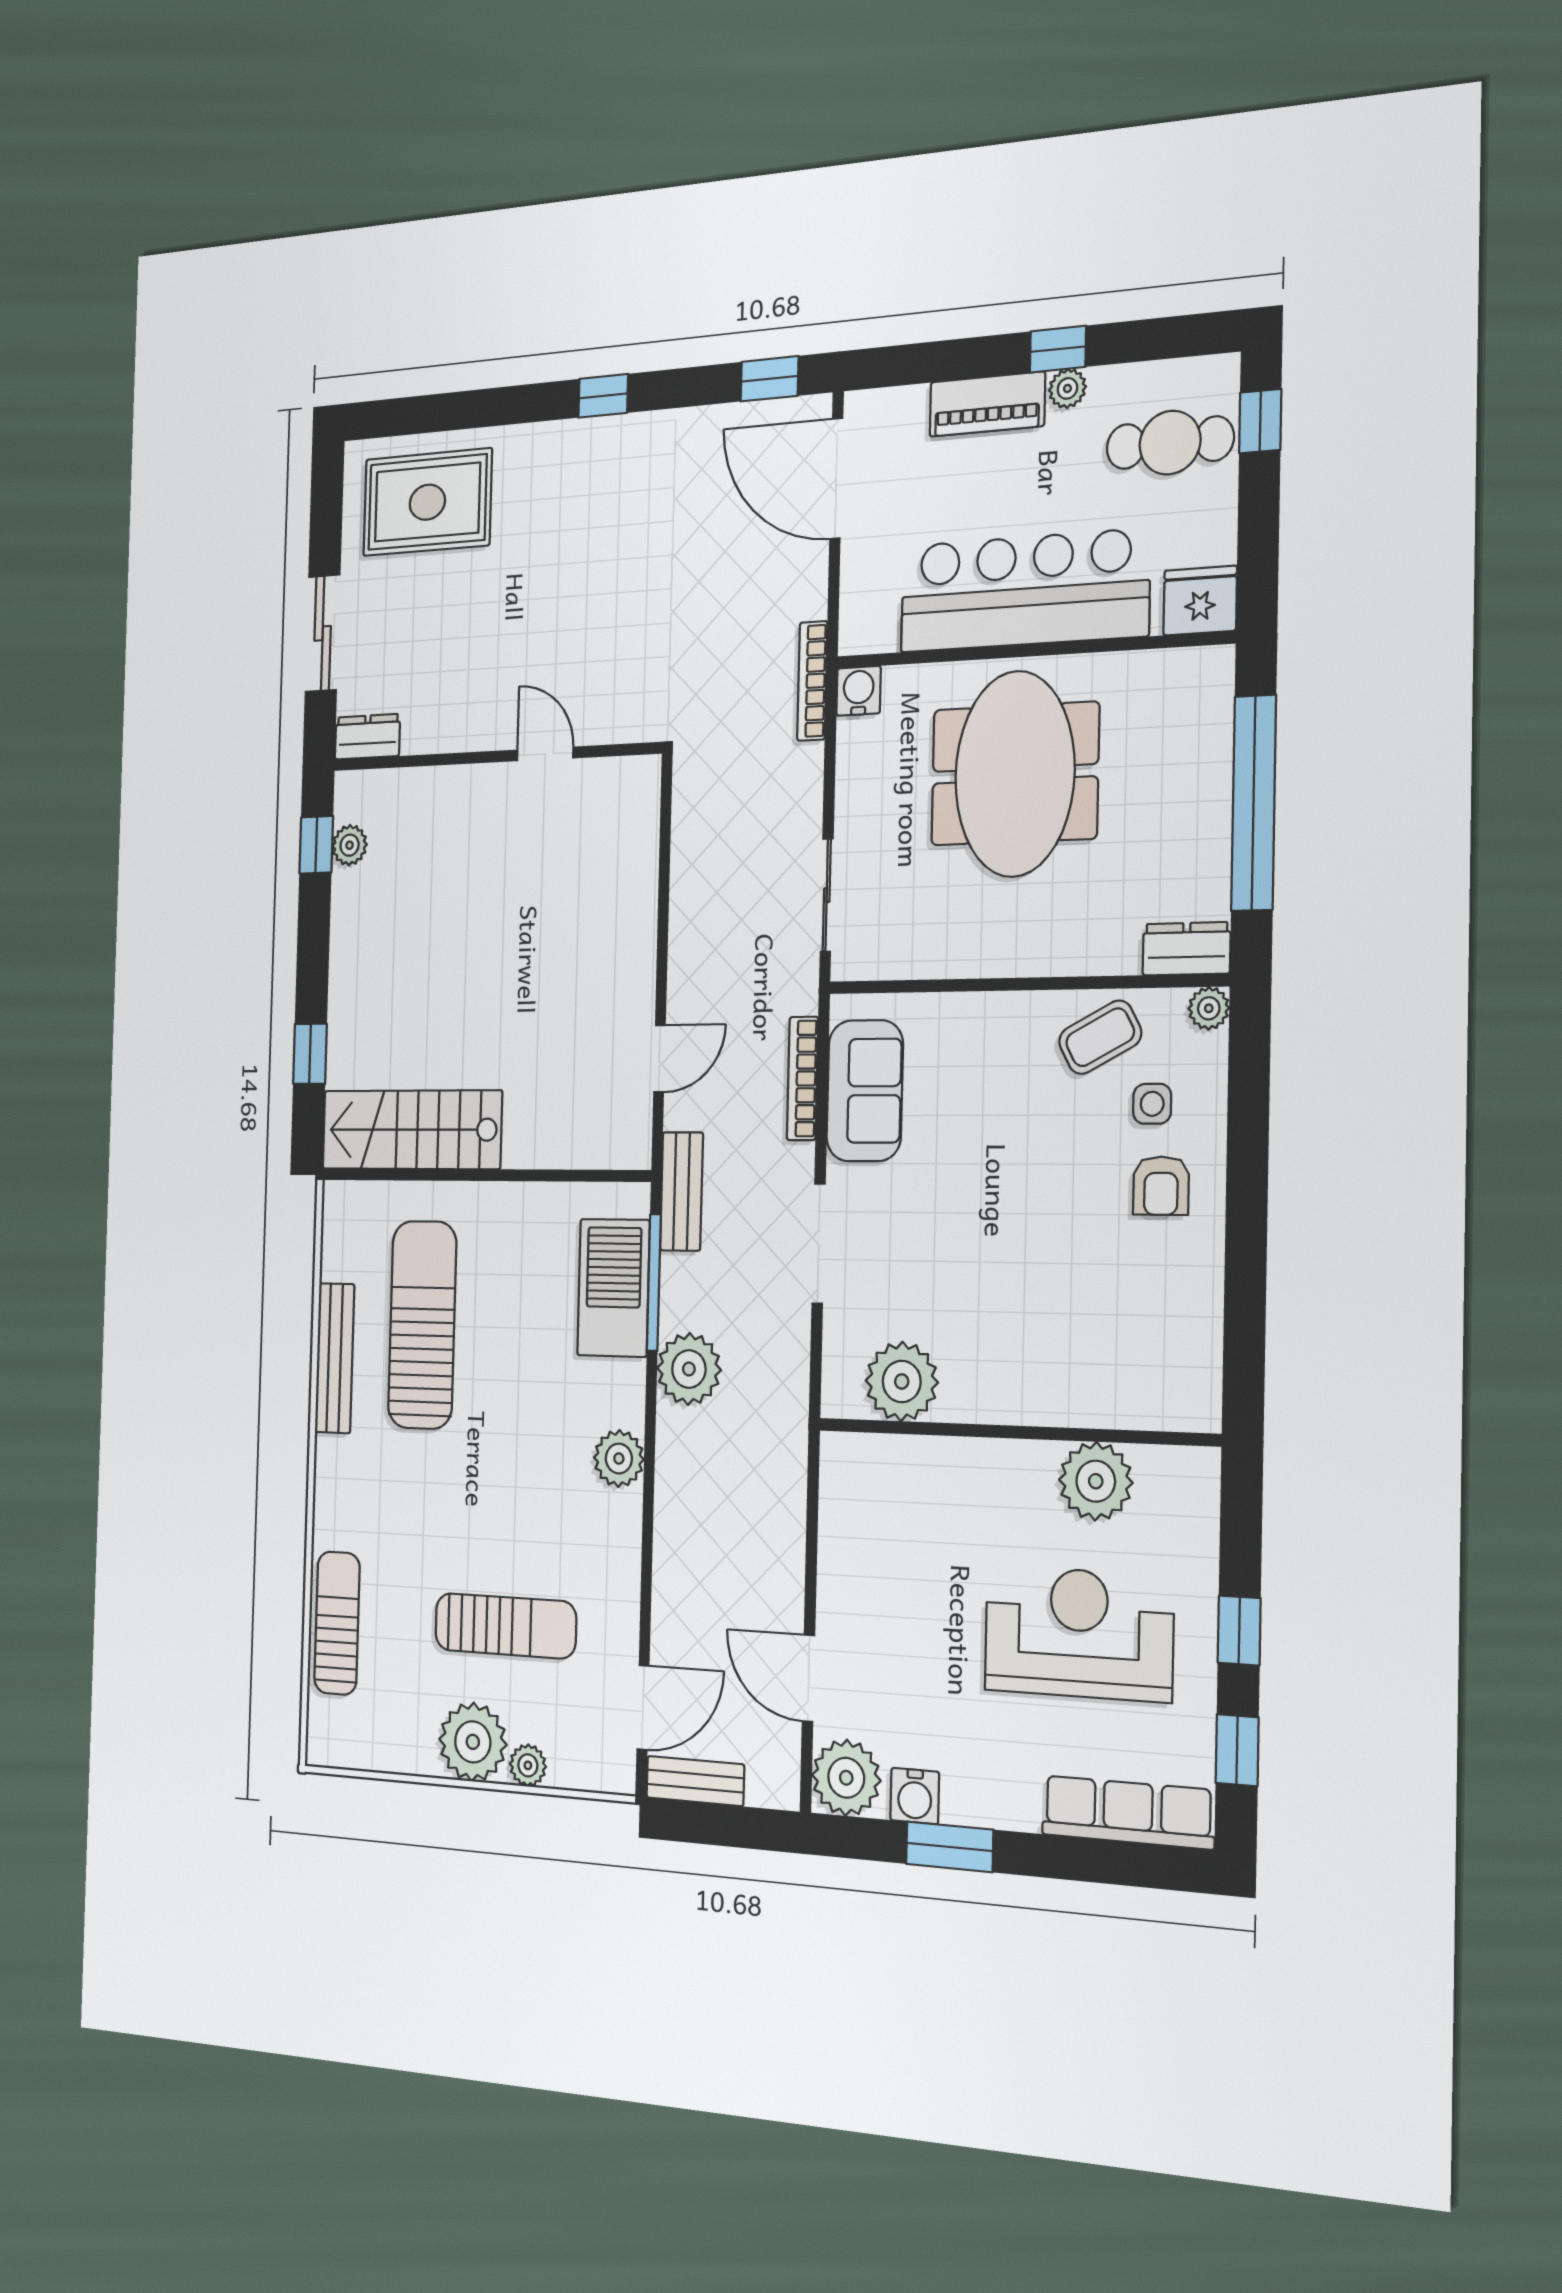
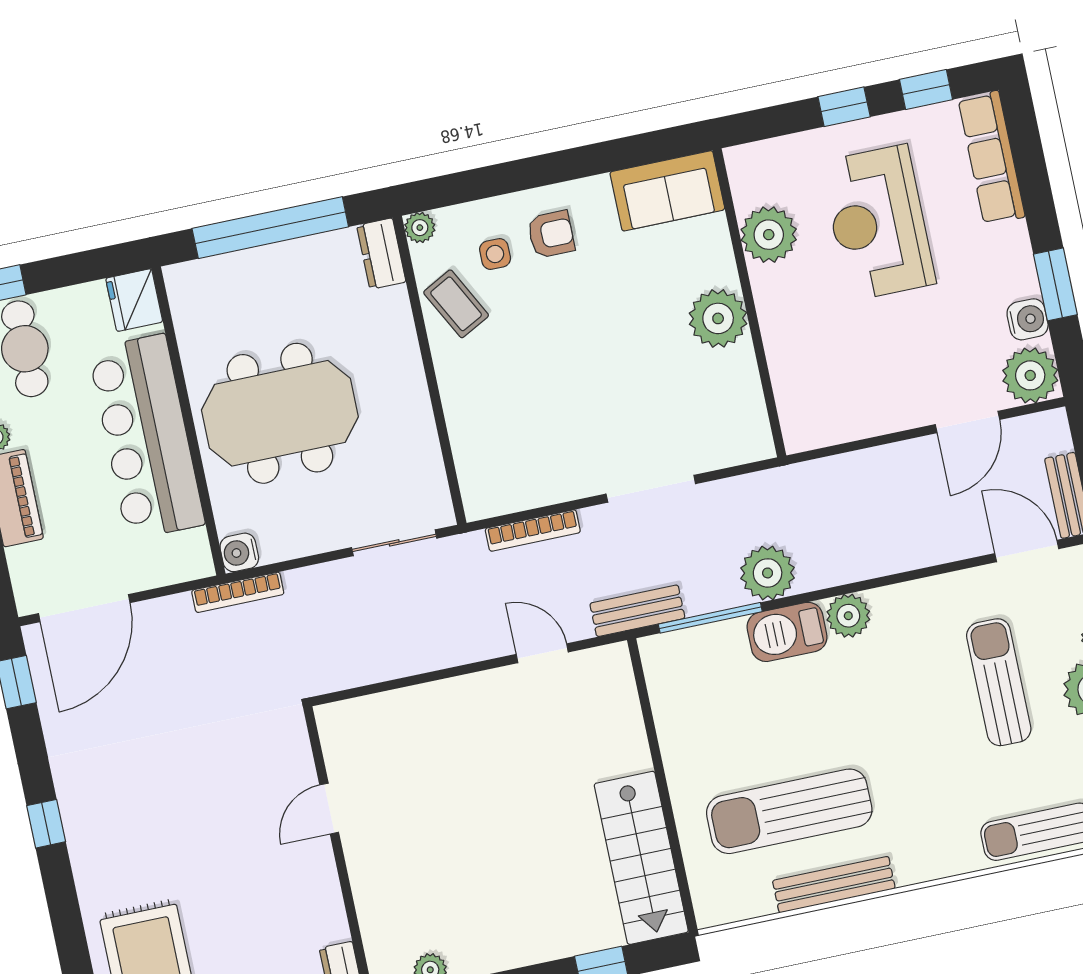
sofa: (865, 1091) -> (667, 191), moved, turned 180
barbecue: (613, 1288) -> (787, 632), moved, width x0.73, depth x0.83
plant: (902, 1381) -> (718, 318), moved

